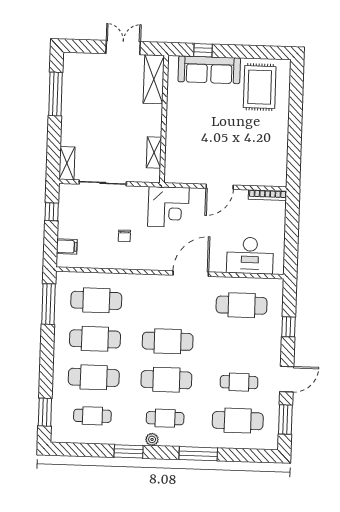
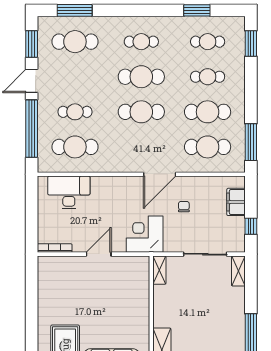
shelving: (154, 152) -> (159, 270), moved
filing cabinet: (67, 247) -> (236, 202), width x2.00
door: (191, 274) -> (160, 174), moved
window: (288, 327) -> (32, 129), width x3.17
cafe table: (94, 377) -> (208, 77), width x0.73, depth x0.74
cafe table: (239, 382) -> (75, 112), moved
plant: (152, 439) -> (152, 22), removed
window: (129, 451) -> (197, 10), moved
window: (198, 454) -> (75, 10), moved

